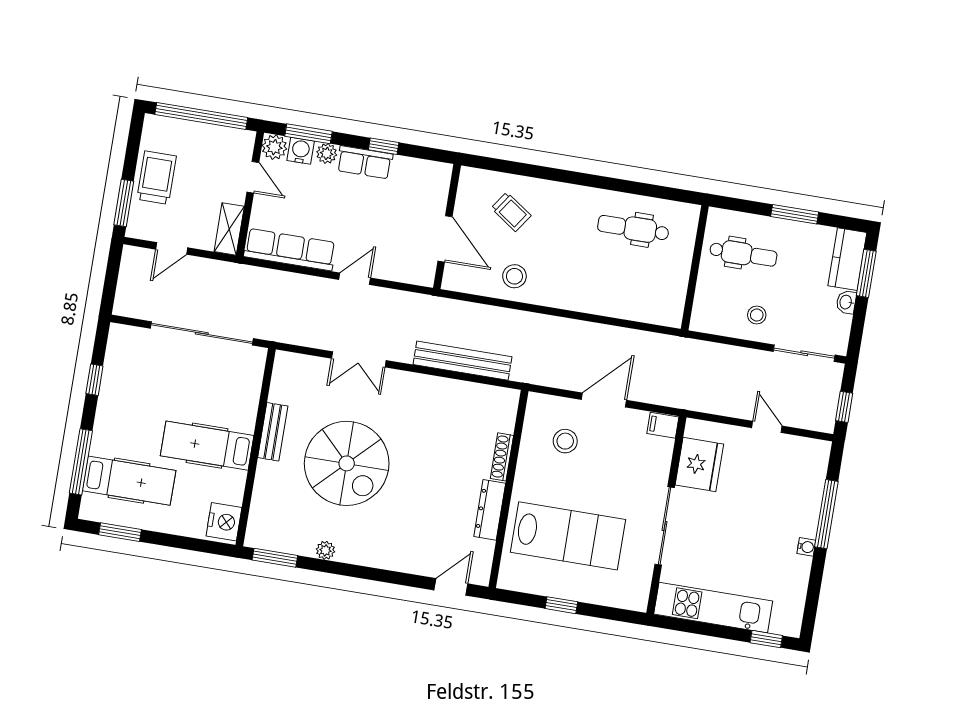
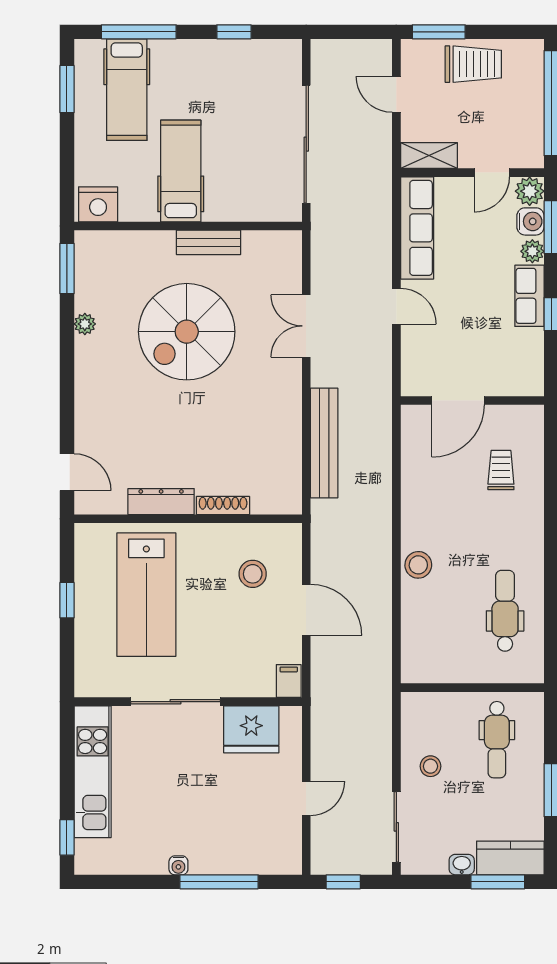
trolley: (511, 212) -> (501, 470), turned 145
stool: (514, 276) -> (418, 565), moved

